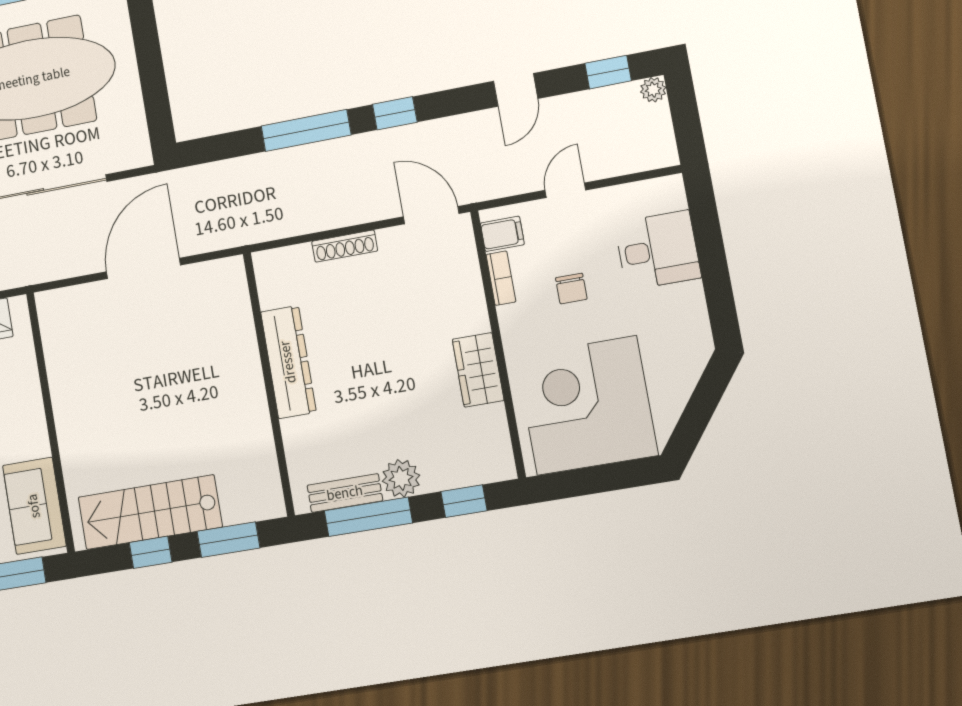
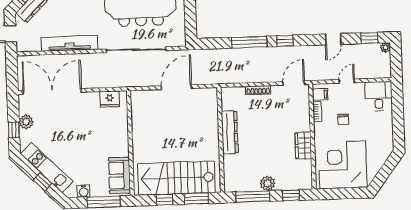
door: (431, 215) -> (294, 83), hinge flipped
desk: (658, 250) -> (379, 96), moved, turned -90
bench: (345, 493) -> (245, 186), removed
stairs: (150, 512) -> (176, 178), width x1.36, depth x1.51

